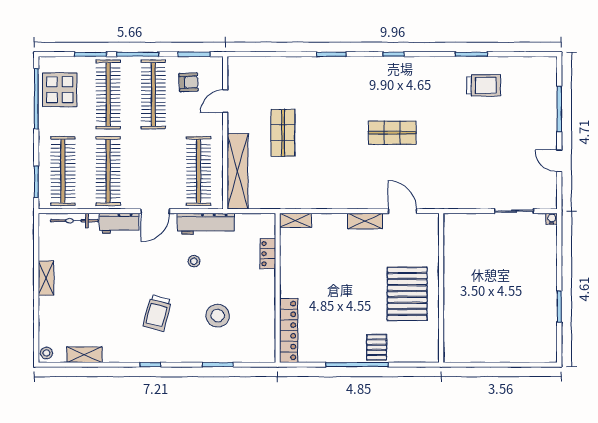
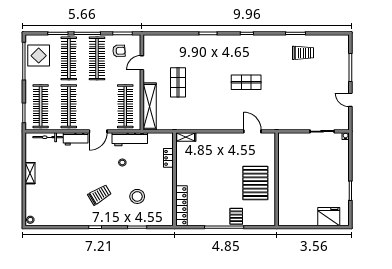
shelving: (365, 221) -> (229, 137), removed
trolley: (157, 313) -> (99, 195), turned -136
fridge: (525, 348) -> (329, 217), added
shelving: (84, 355) -> (54, 221), removed

